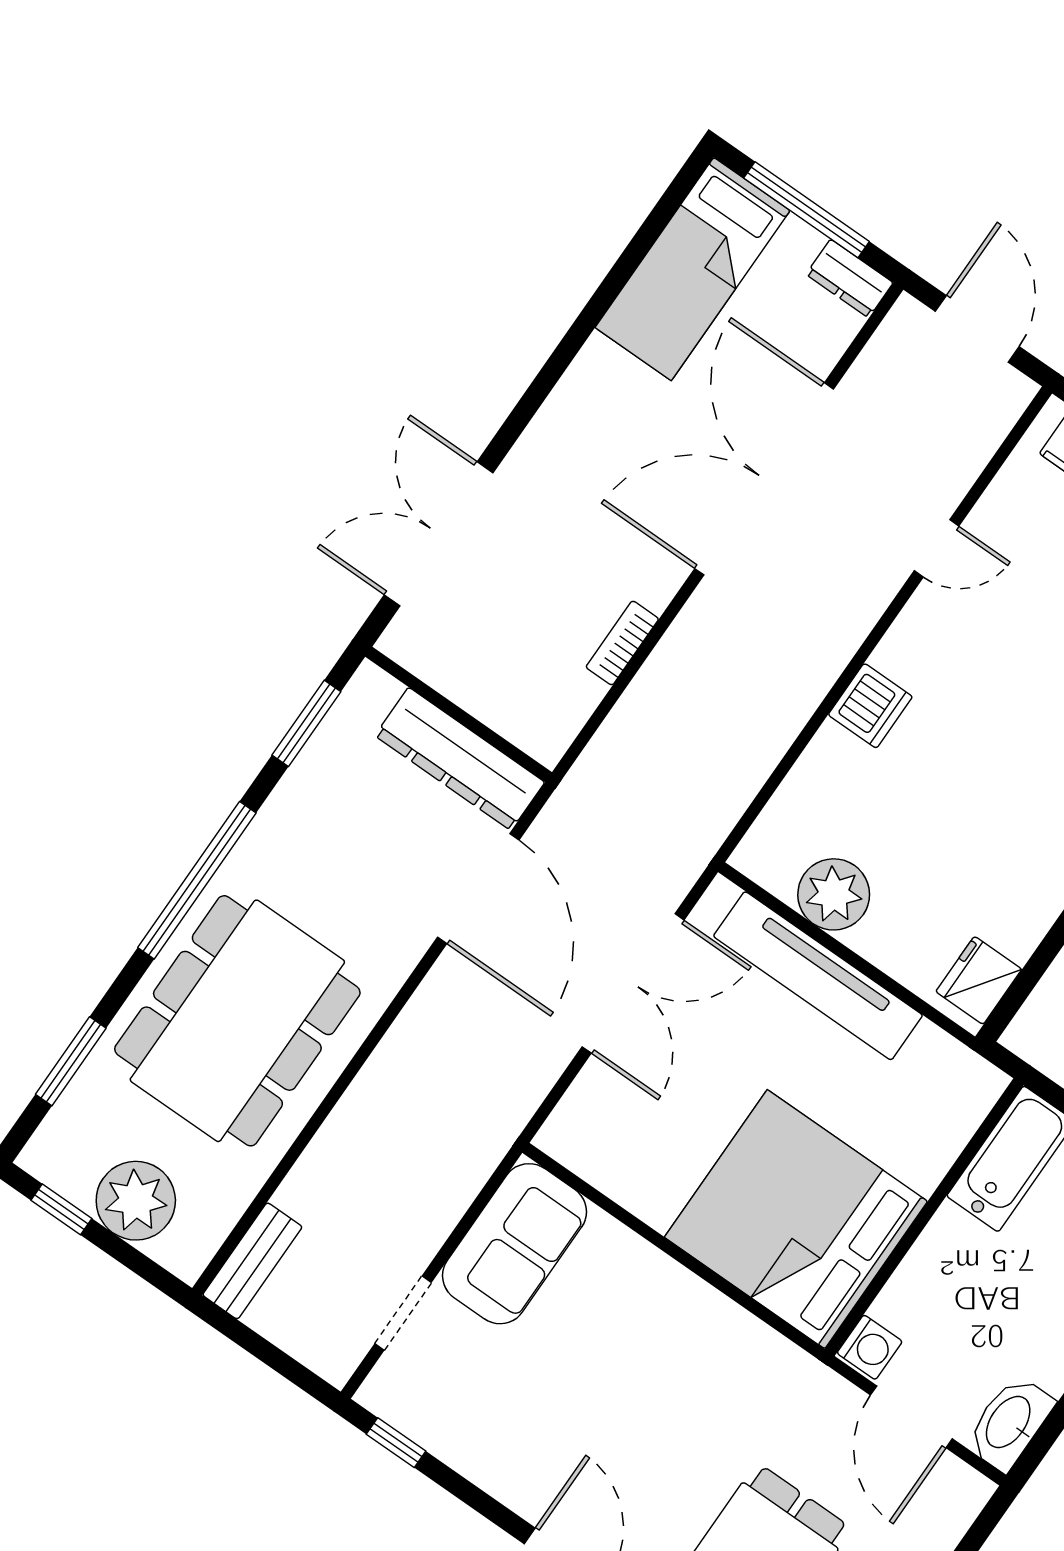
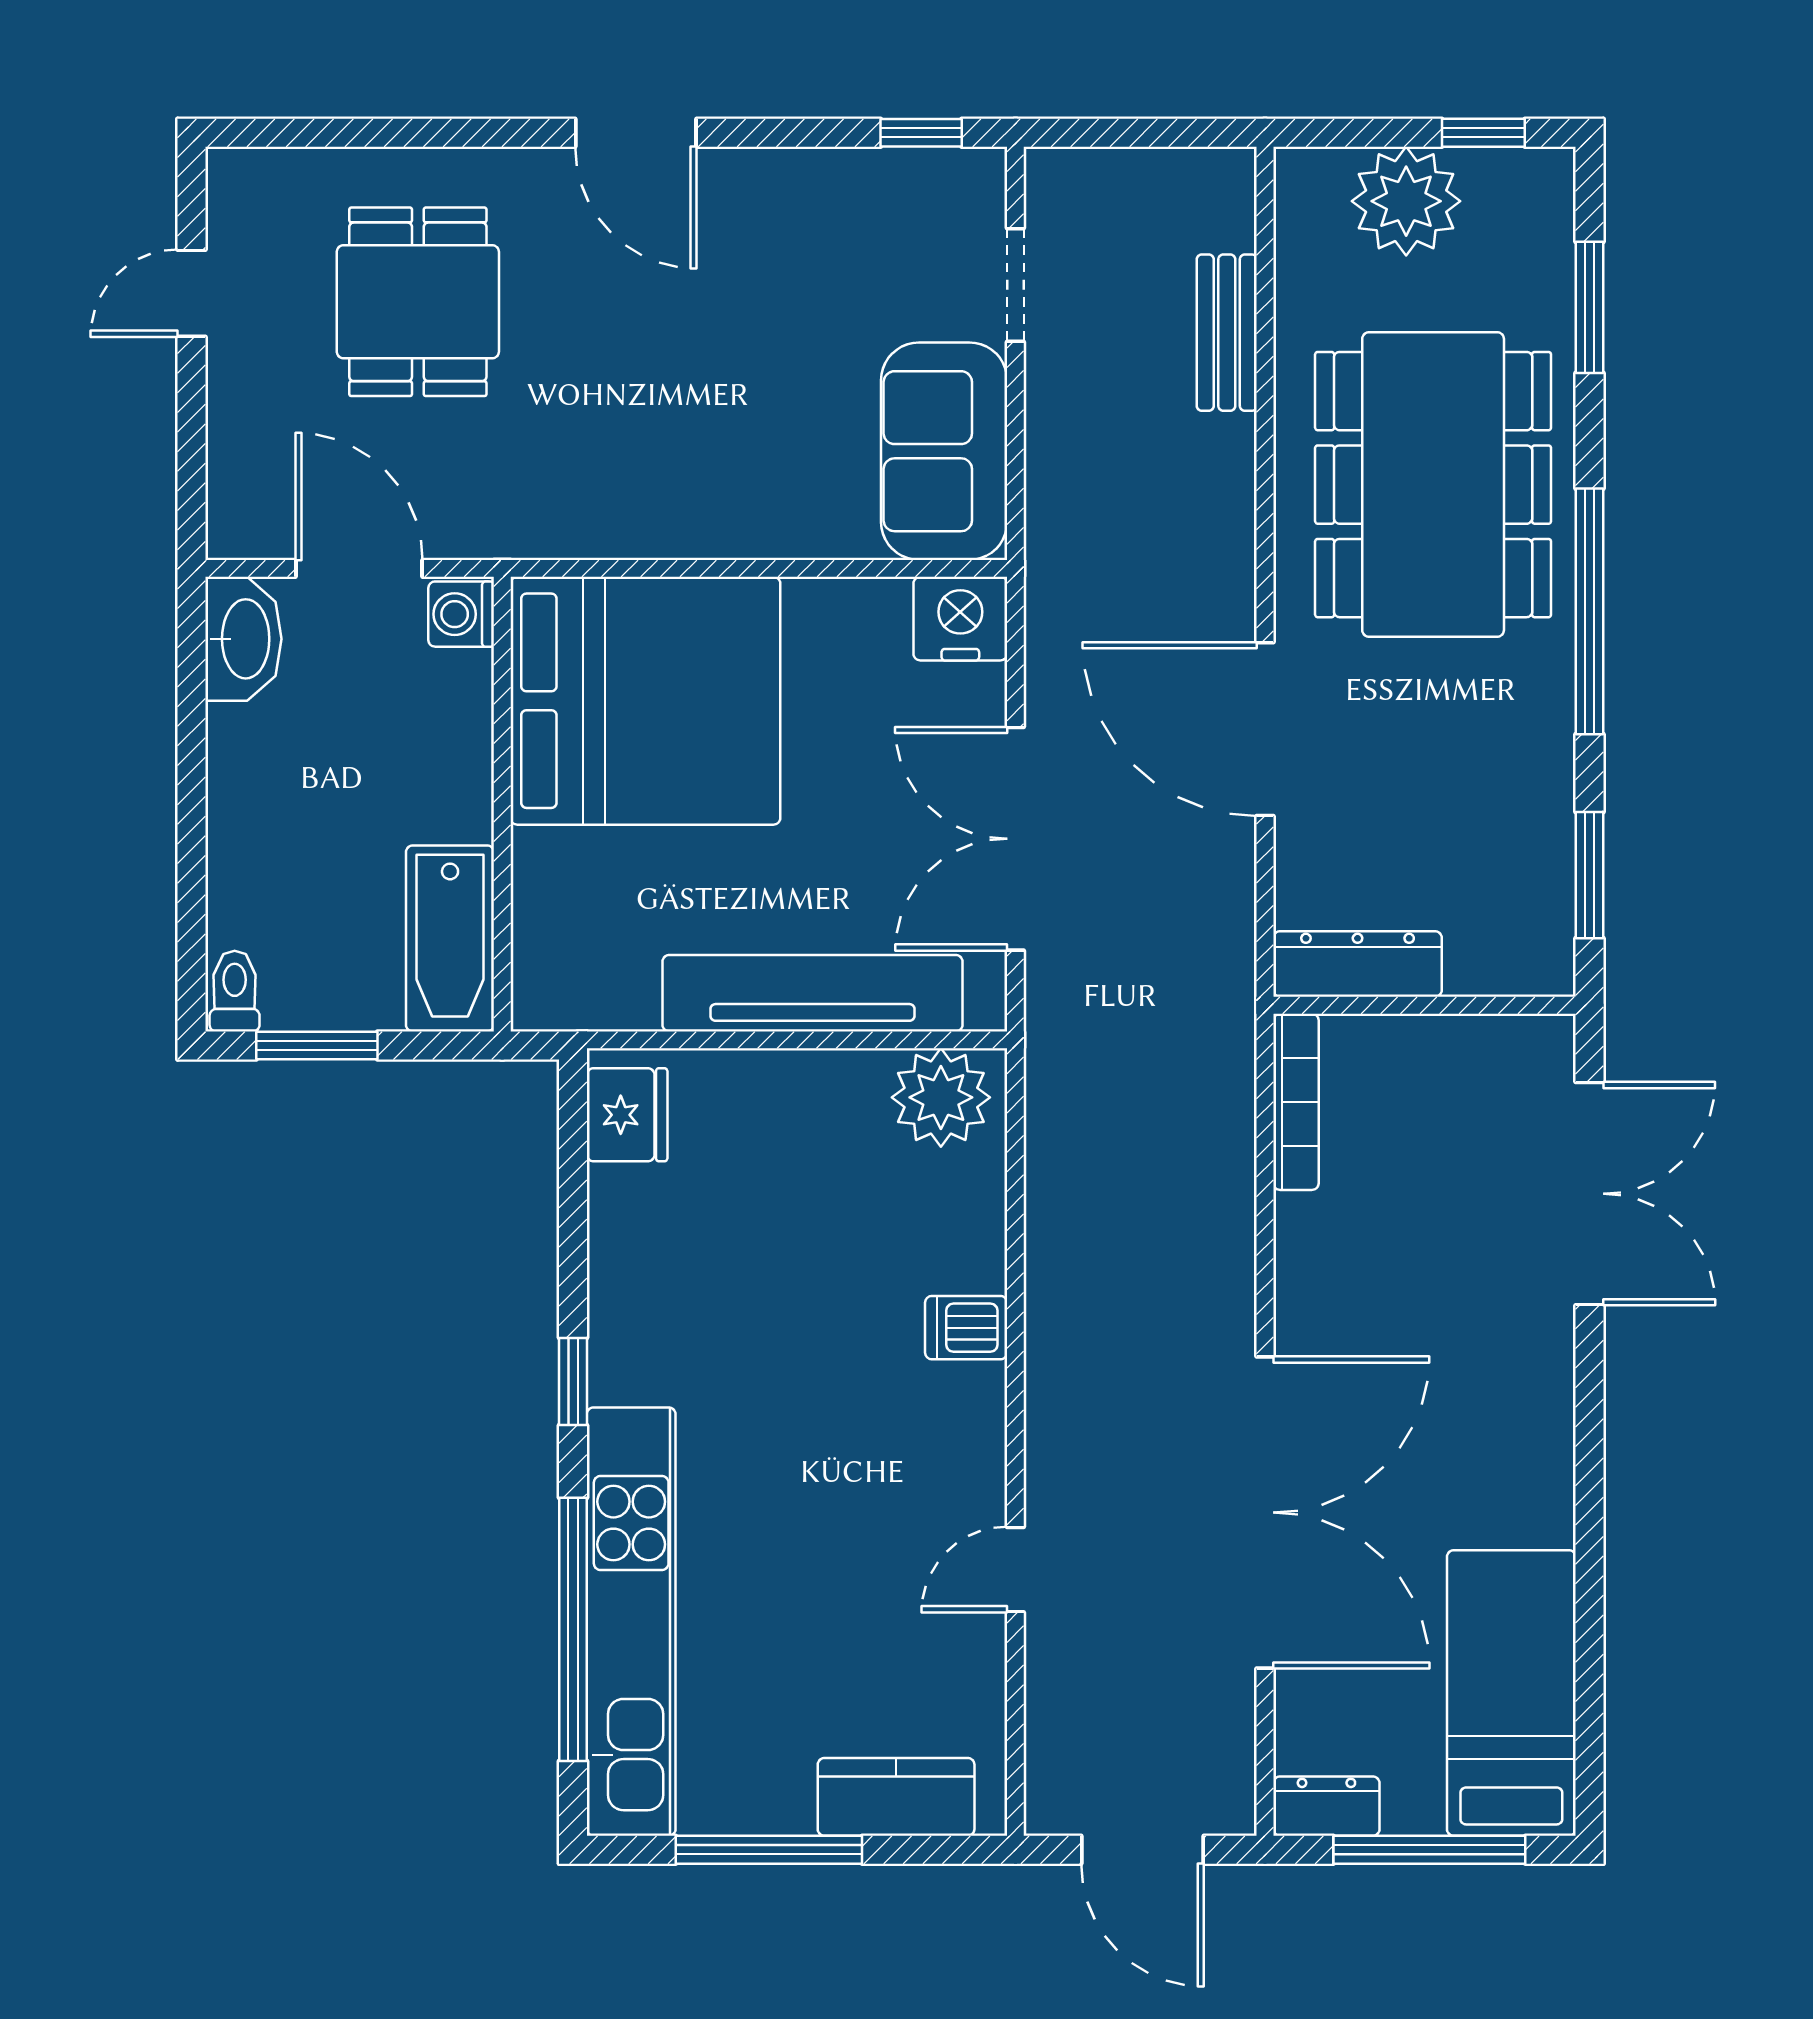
bookcase: (622, 643) -> (1296, 1102), moved, width x1.56
dishwasher: (870, 706) -> (966, 1328), width x0.73
dresser: (460, 759) -> (1358, 964), width x0.73, depth x0.80
door: (478, 889) -> (1265, 729), moved
plant: (834, 894) -> (941, 1097), moved
nightstand: (574, 1137) -> (960, 619), added
bench: (252, 1261) -> (1227, 333), moved

